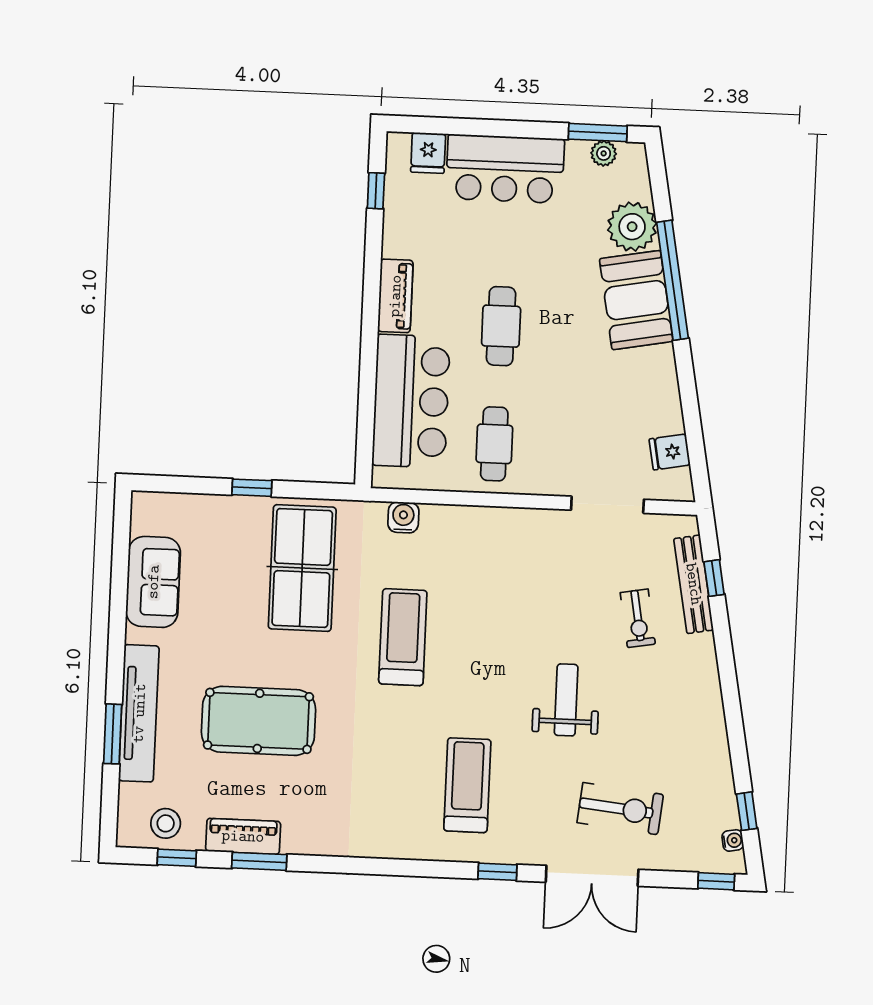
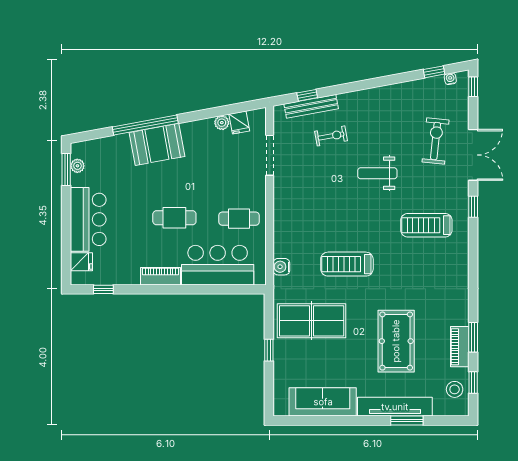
plant: (632, 227) -> (222, 123), moved, width x0.53, depth x0.53
sofa: (153, 582) -> (323, 402), width x1.36

